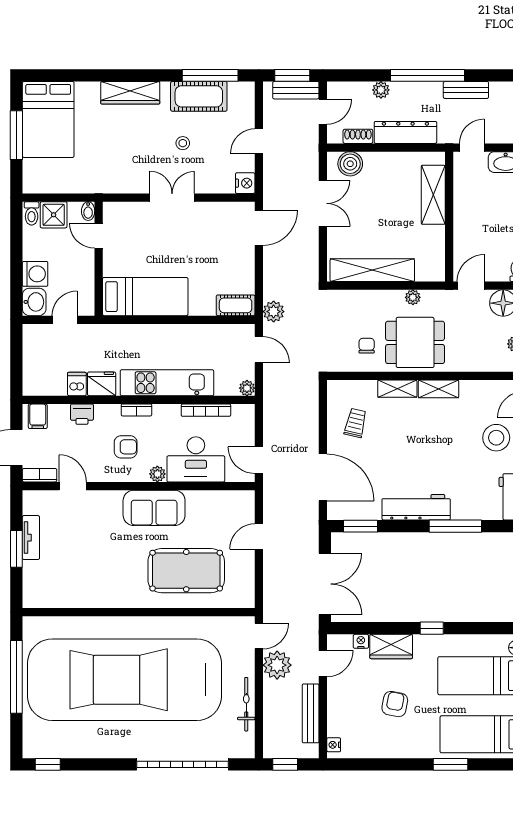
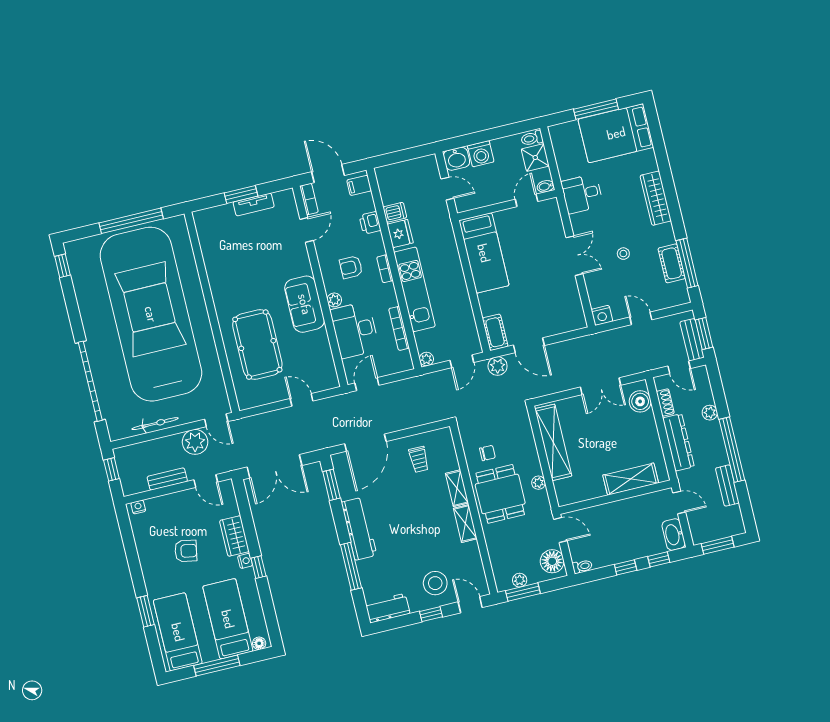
cot: (199, 96) -> (672, 263), width x0.73, depth x0.75
desk: (106, 173) -> (582, 194), added
door: (259, 228) -> (529, 345), moved
trolley: (355, 423) -> (419, 459), turned 77
armchair: (126, 447) -> (351, 267), turned 90
nightstand: (361, 641) -> (245, 561), moved
bench: (311, 713) -> (167, 479), width x0.73

